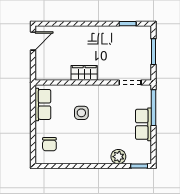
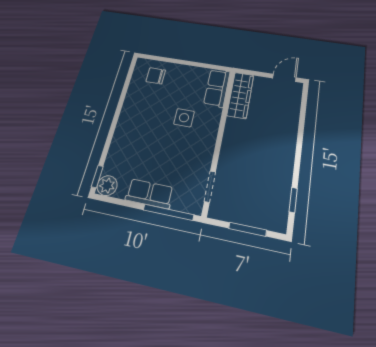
door: (33, 41) -> (284, 78), swing flipped
wardrobe: (84, 73) -> (240, 95), moved, width x1.50
row of seats: (43, 104) -> (217, 88), moved, turned 90
plant: (118, 157) -> (107, 186), moved

